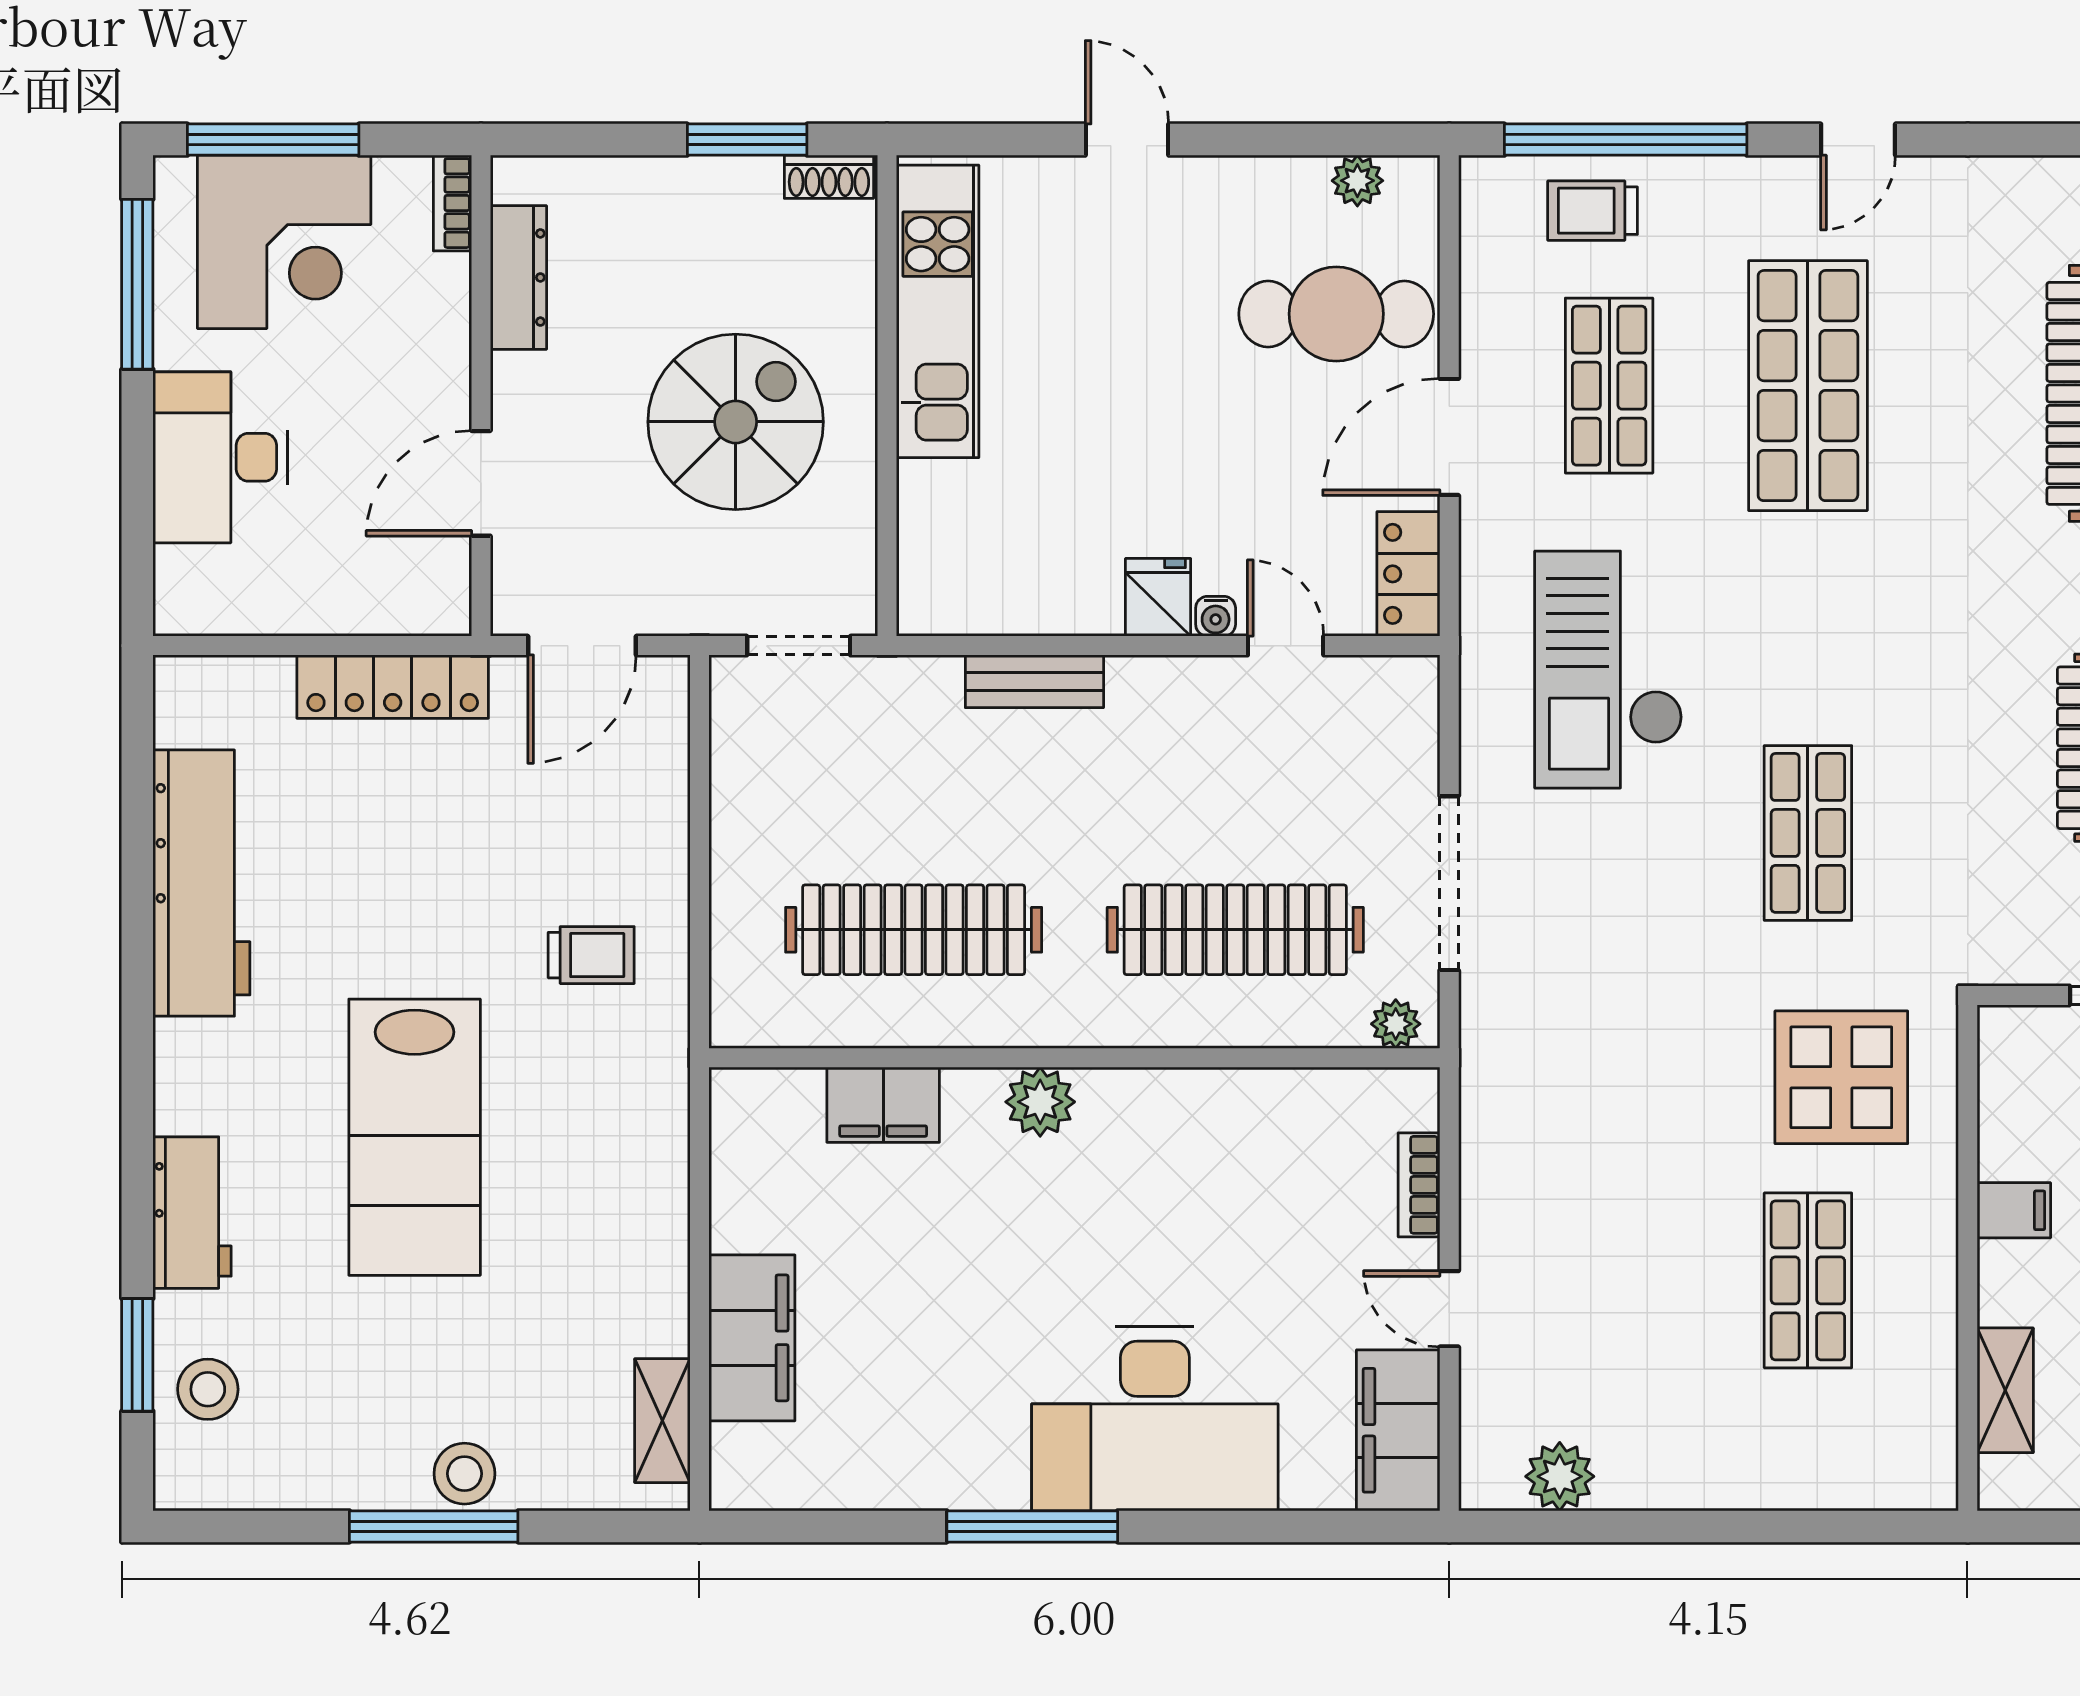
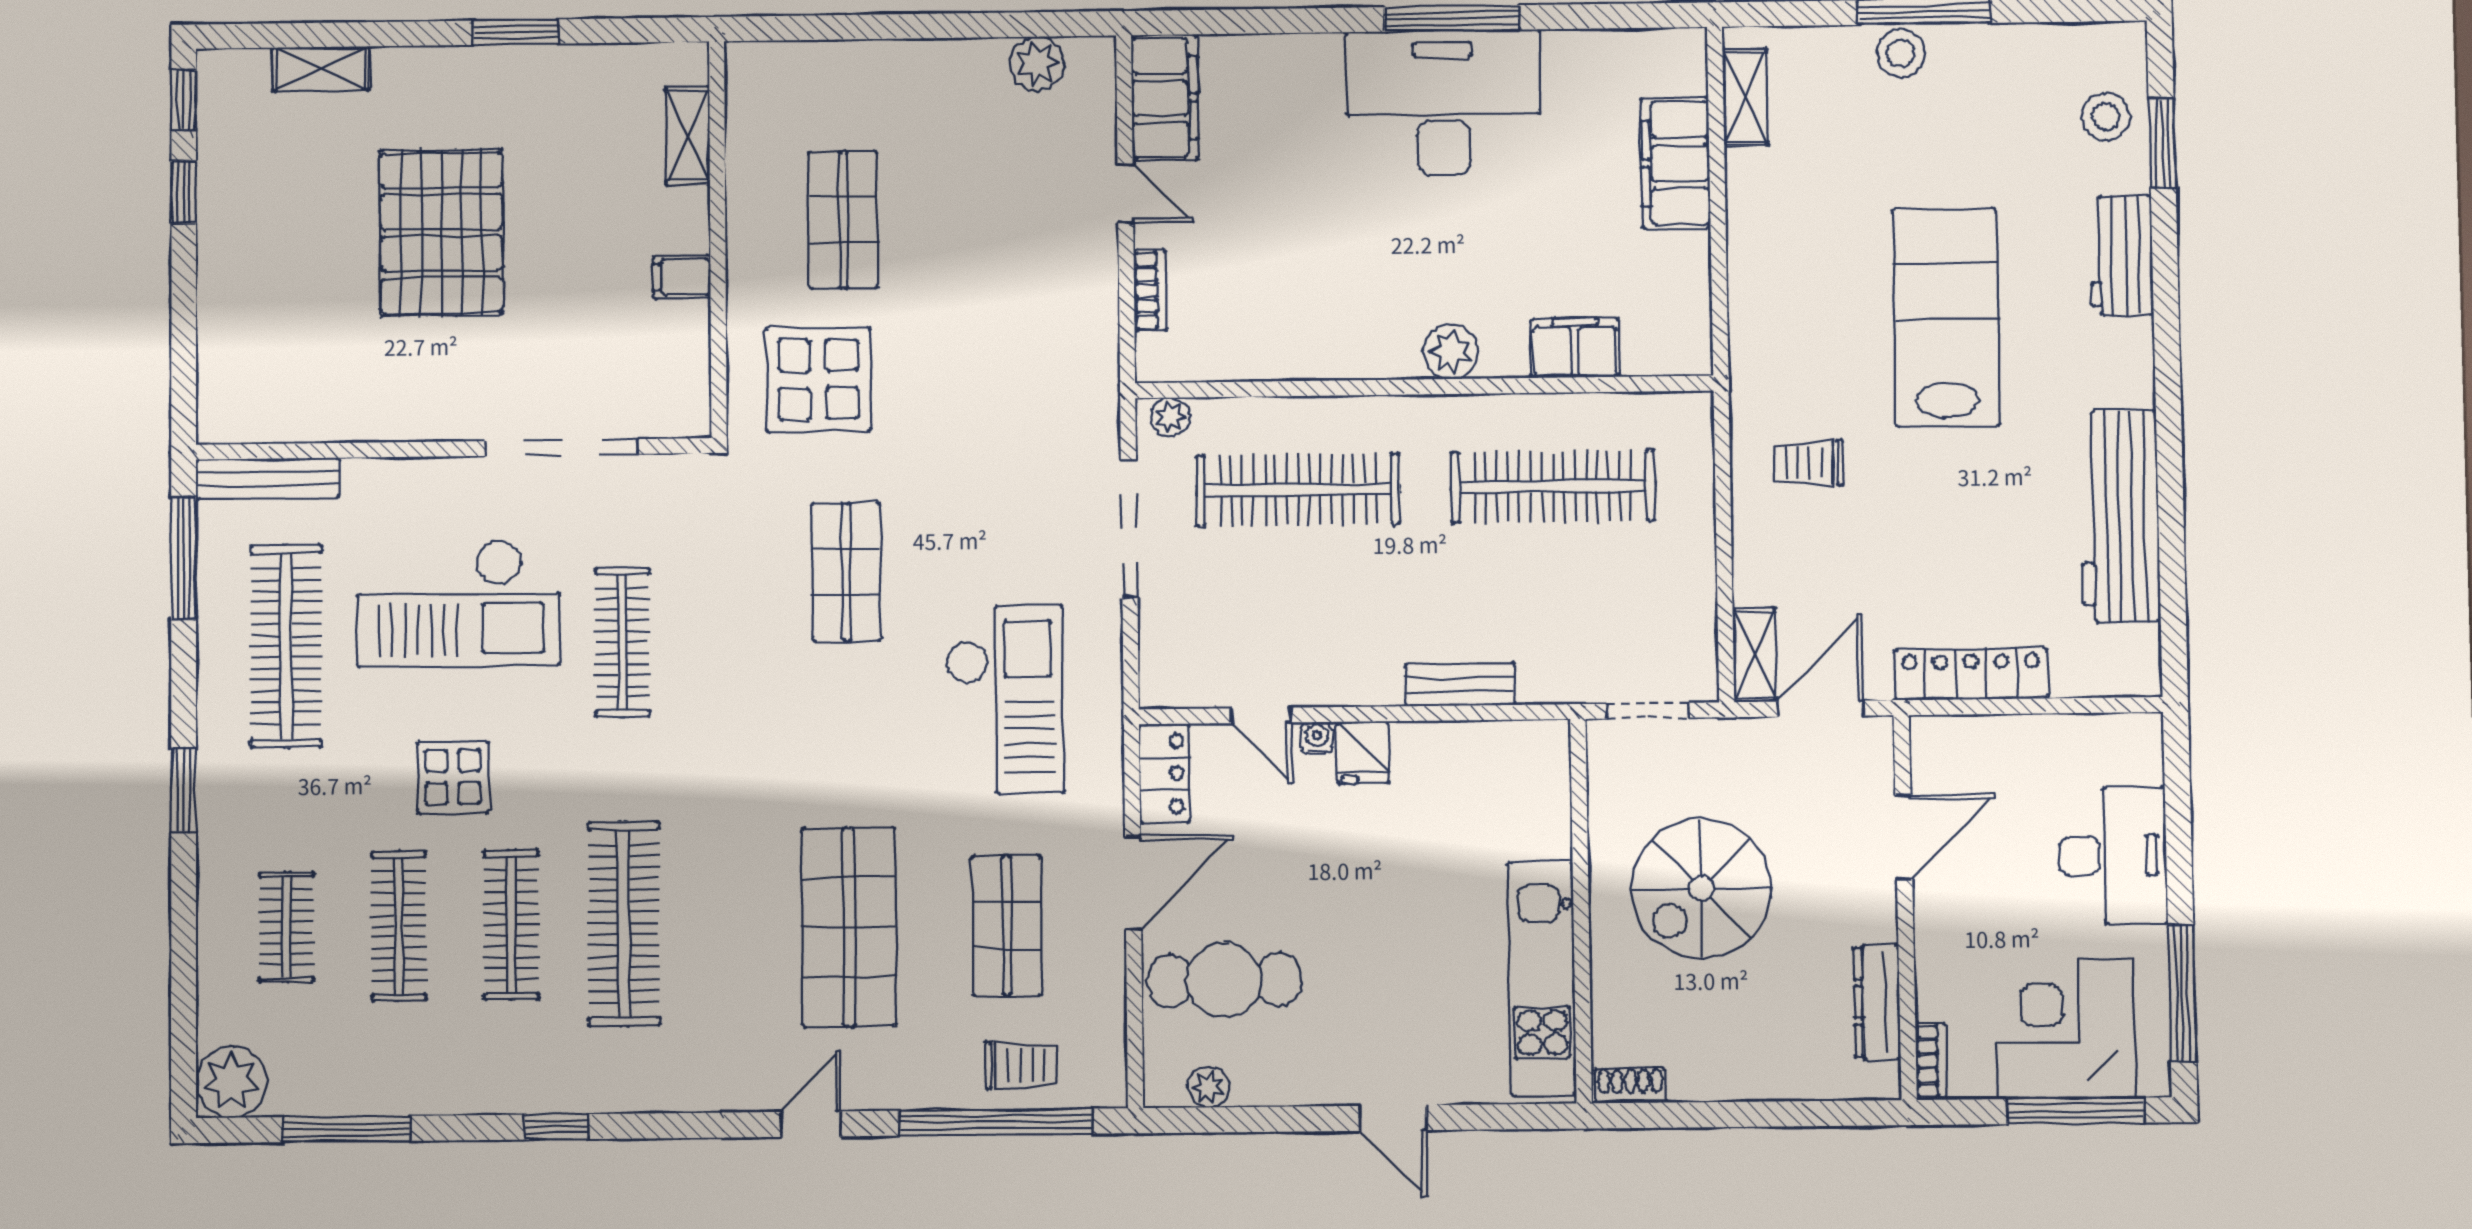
window: (747, 140) -> (1696, 1115), removed
shelving: (664, 714) -> (1754, 655), added
desk: (1155, 1419) -> (1443, 103), moved

